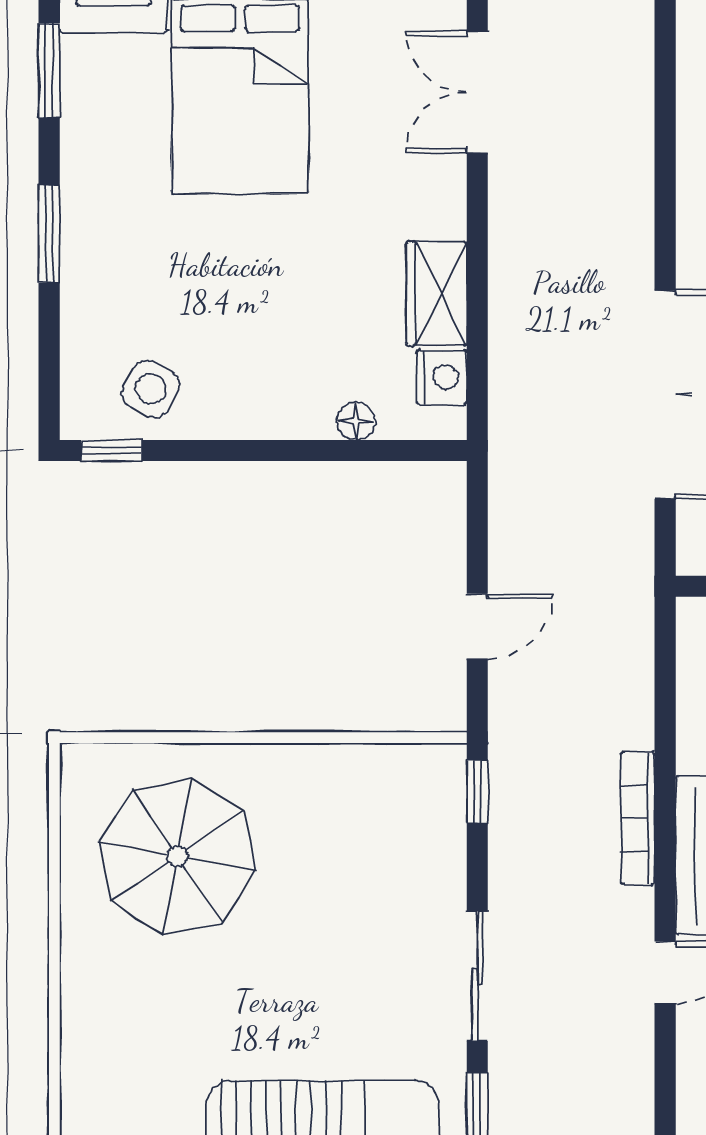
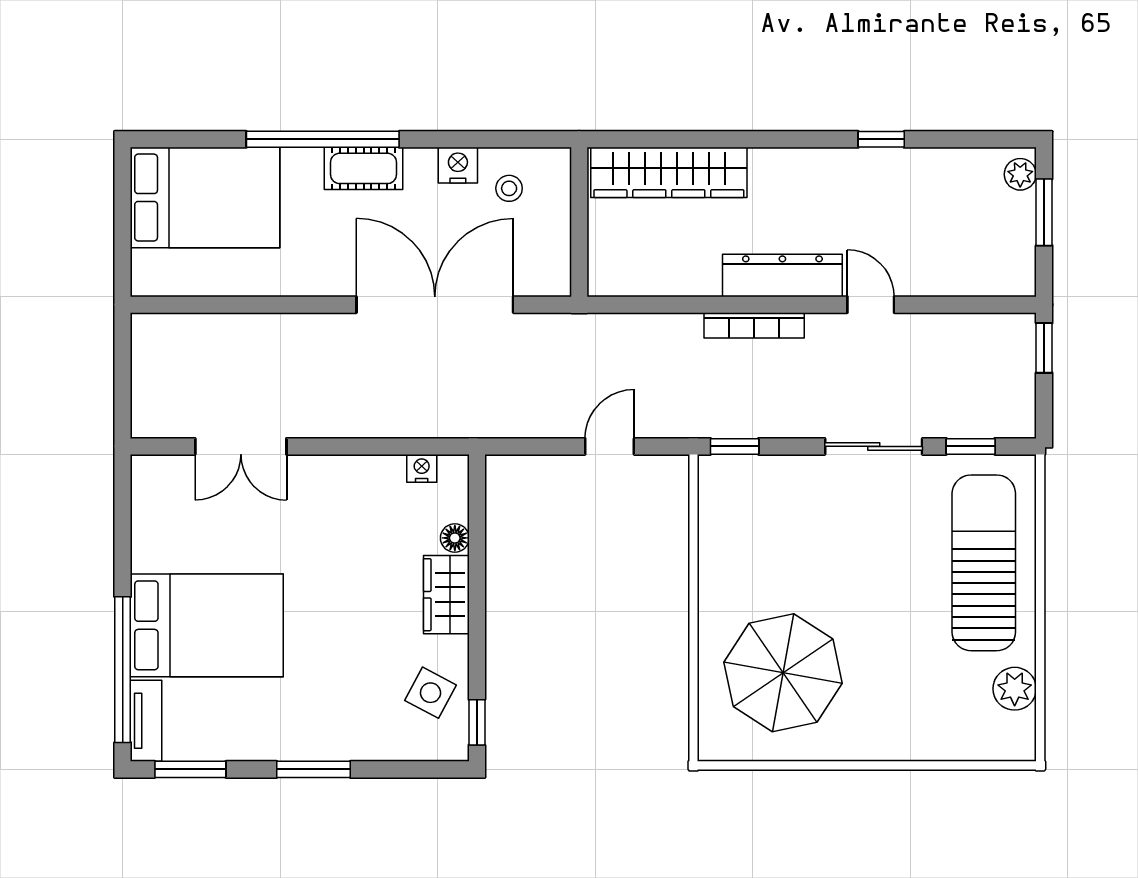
double door: (477, 92) -> (241, 446), moved
wardrobe: (437, 294) -> (446, 595), moved, turned 90
nightstand: (442, 377) -> (422, 468), width x0.72, depth x0.74
door: (477, 626) -> (610, 446), hinge flipped

